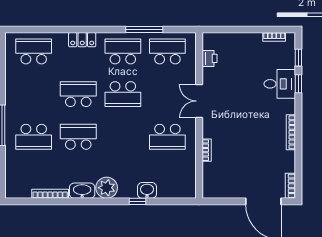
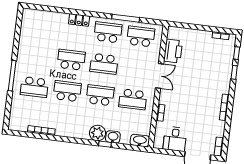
school desk: (34, 51) -> (100, 95), moved
printer: (209, 58) -> (173, 51), width x1.87, depth x1.48
desk: (280, 84) -> (175, 139), moved, turned 90
double door: (199, 101) -> (159, 76), swing flipped
plant: (107, 188) -> (97, 133), moved
washbasin: (82, 191) -> (140, 141), moved

